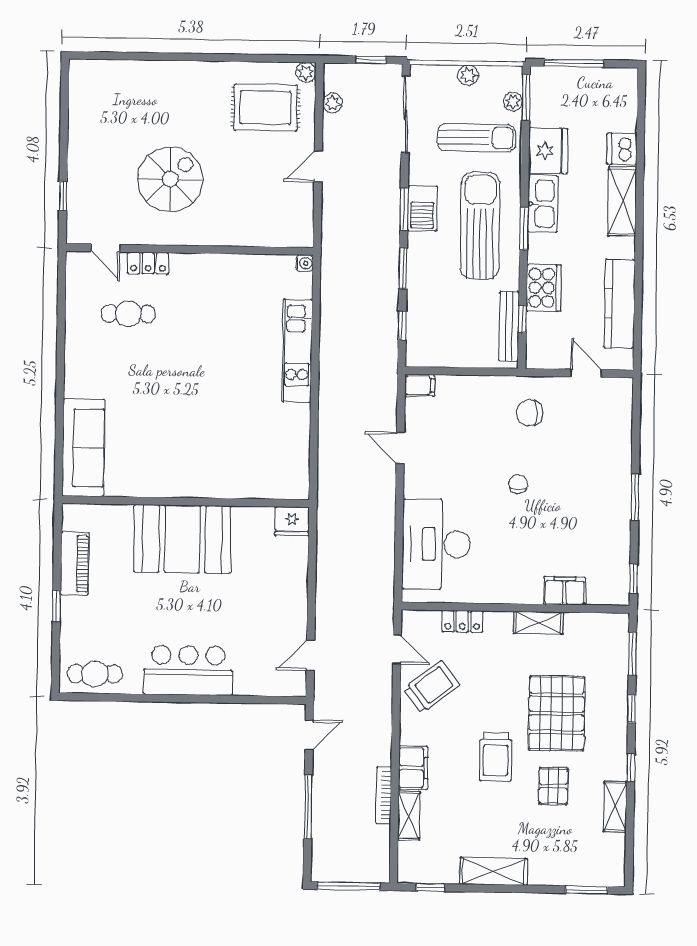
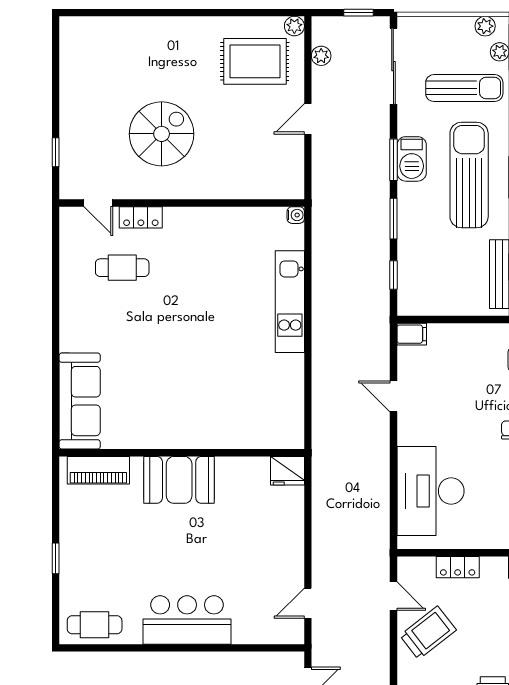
plant: (468, 75) -> (485, 26), moved
booth: (182, 539) -> (179, 480), width x0.73, depth x0.70
piano: (75, 564) -> (98, 470), moved, turned 90

